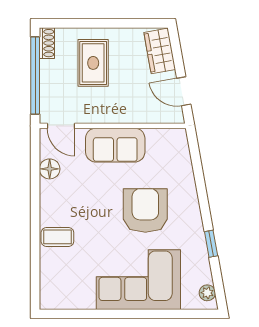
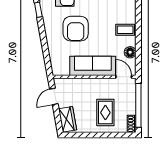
door: (184, 91) -> (54, 96), swing flipped
sofa: (115, 145) -> (93, 66), width x1.36
coffee table: (57, 237) -> (125, 30), moved

